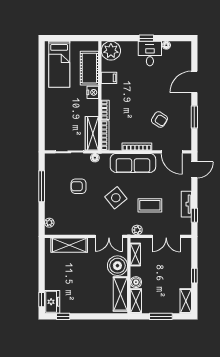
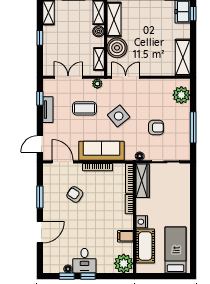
window: (168, 38) -> (67, 276), added
plant: (49, 223) -> (181, 95), width x1.88, depth x1.88
shelving: (69, 245) -> (183, 58), moved, turned 90

